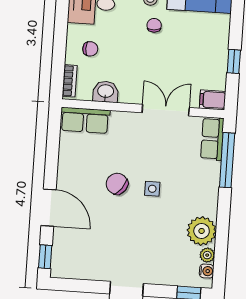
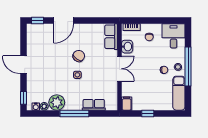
double door: (166, 110) -> (119, 69), moved
row of seats: (212, 139) -> (94, 105), moved
window: (227, 160) -> (74, 113), moved

